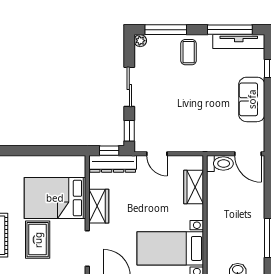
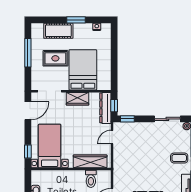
sliding door: (129, 87) -> (167, 119), moved
toilet: (220, 164) -> (91, 179), moved
wardrobe: (194, 187) -> (90, 161), width x1.50

